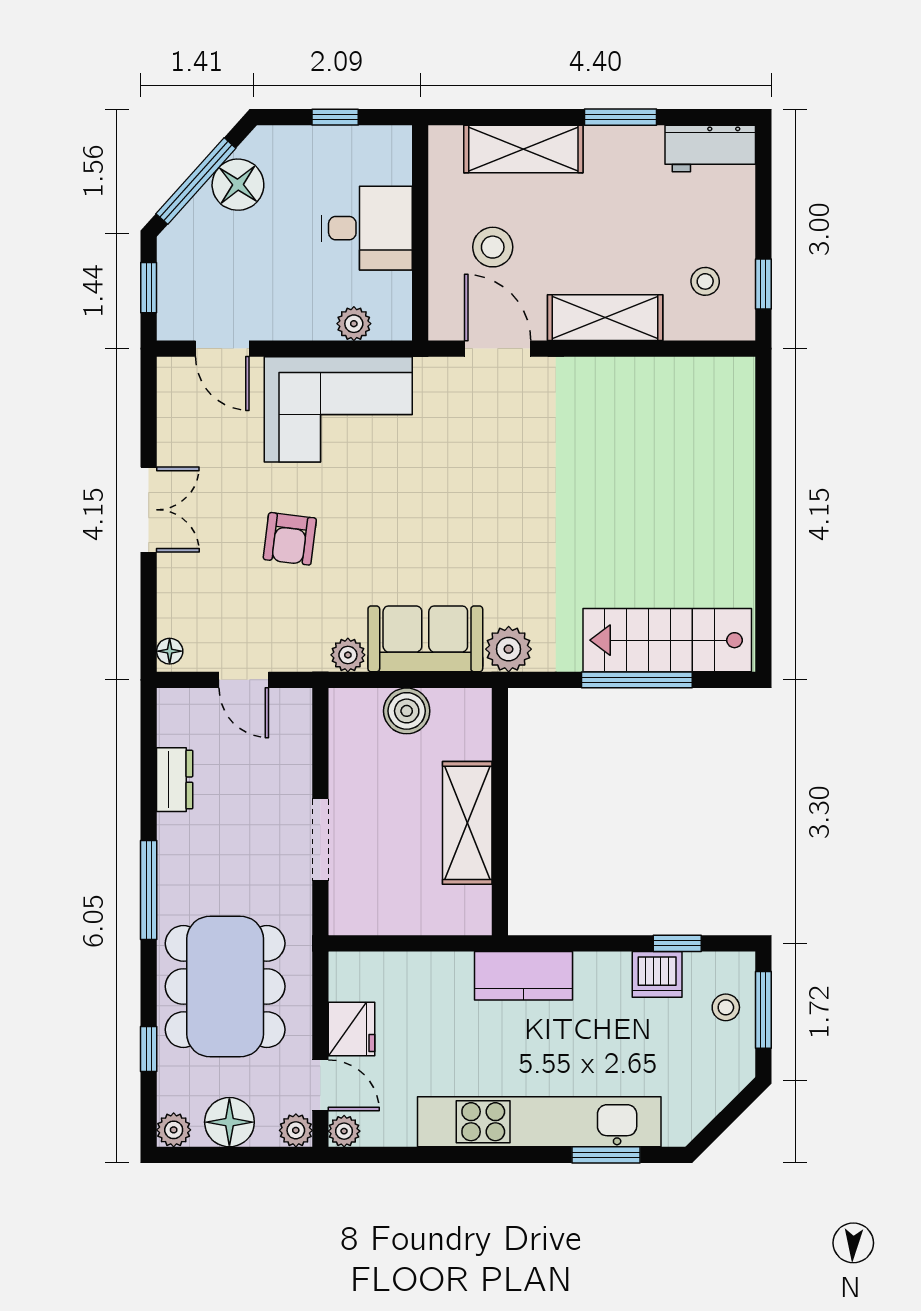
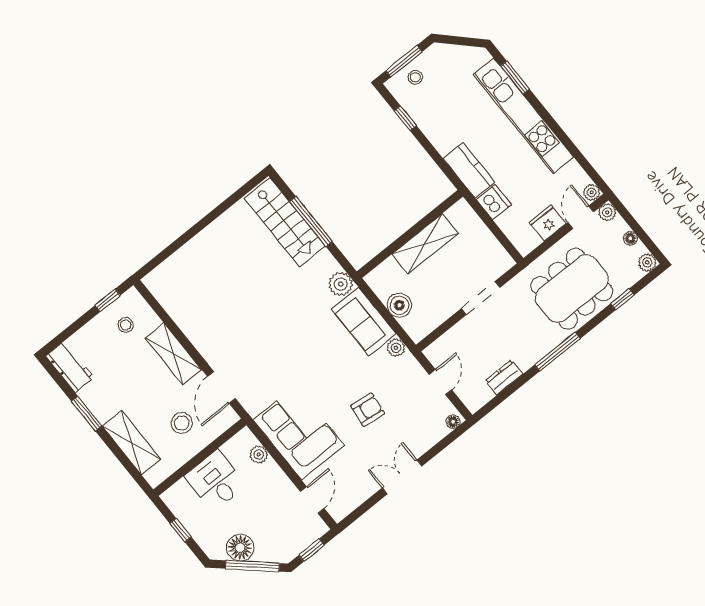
dishwasher: (657, 974) -> (494, 202), moved
floor lamp: (229, 1122) -> (630, 238), width x0.53, depth x0.53

